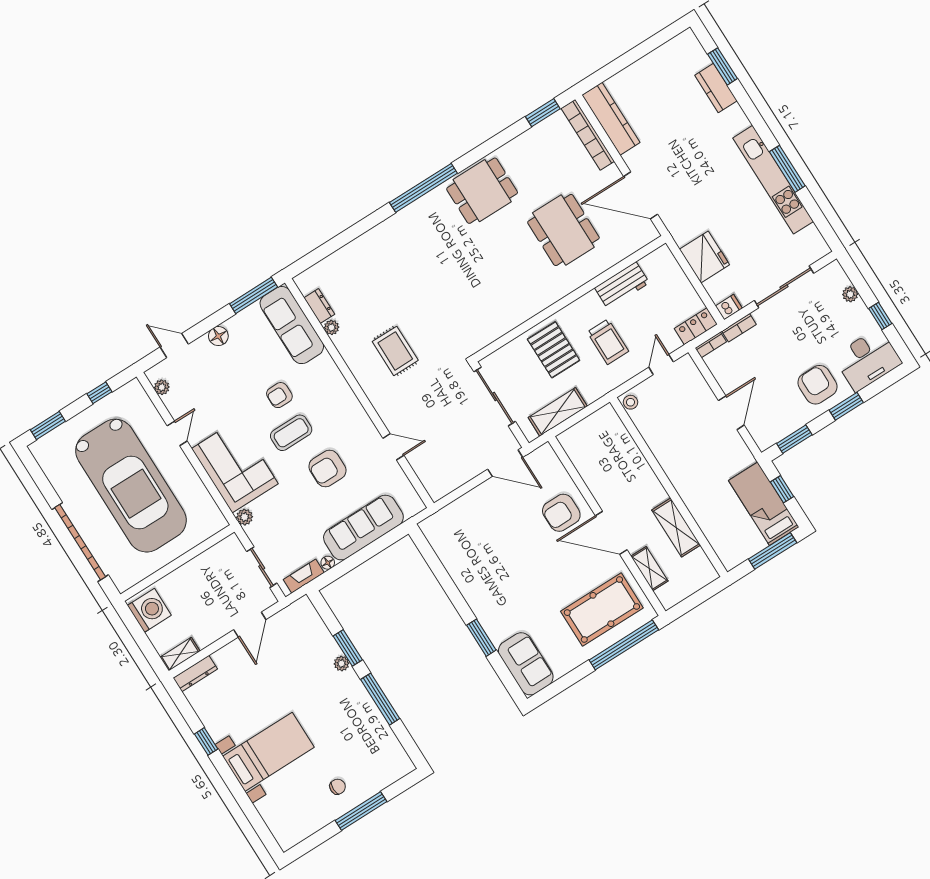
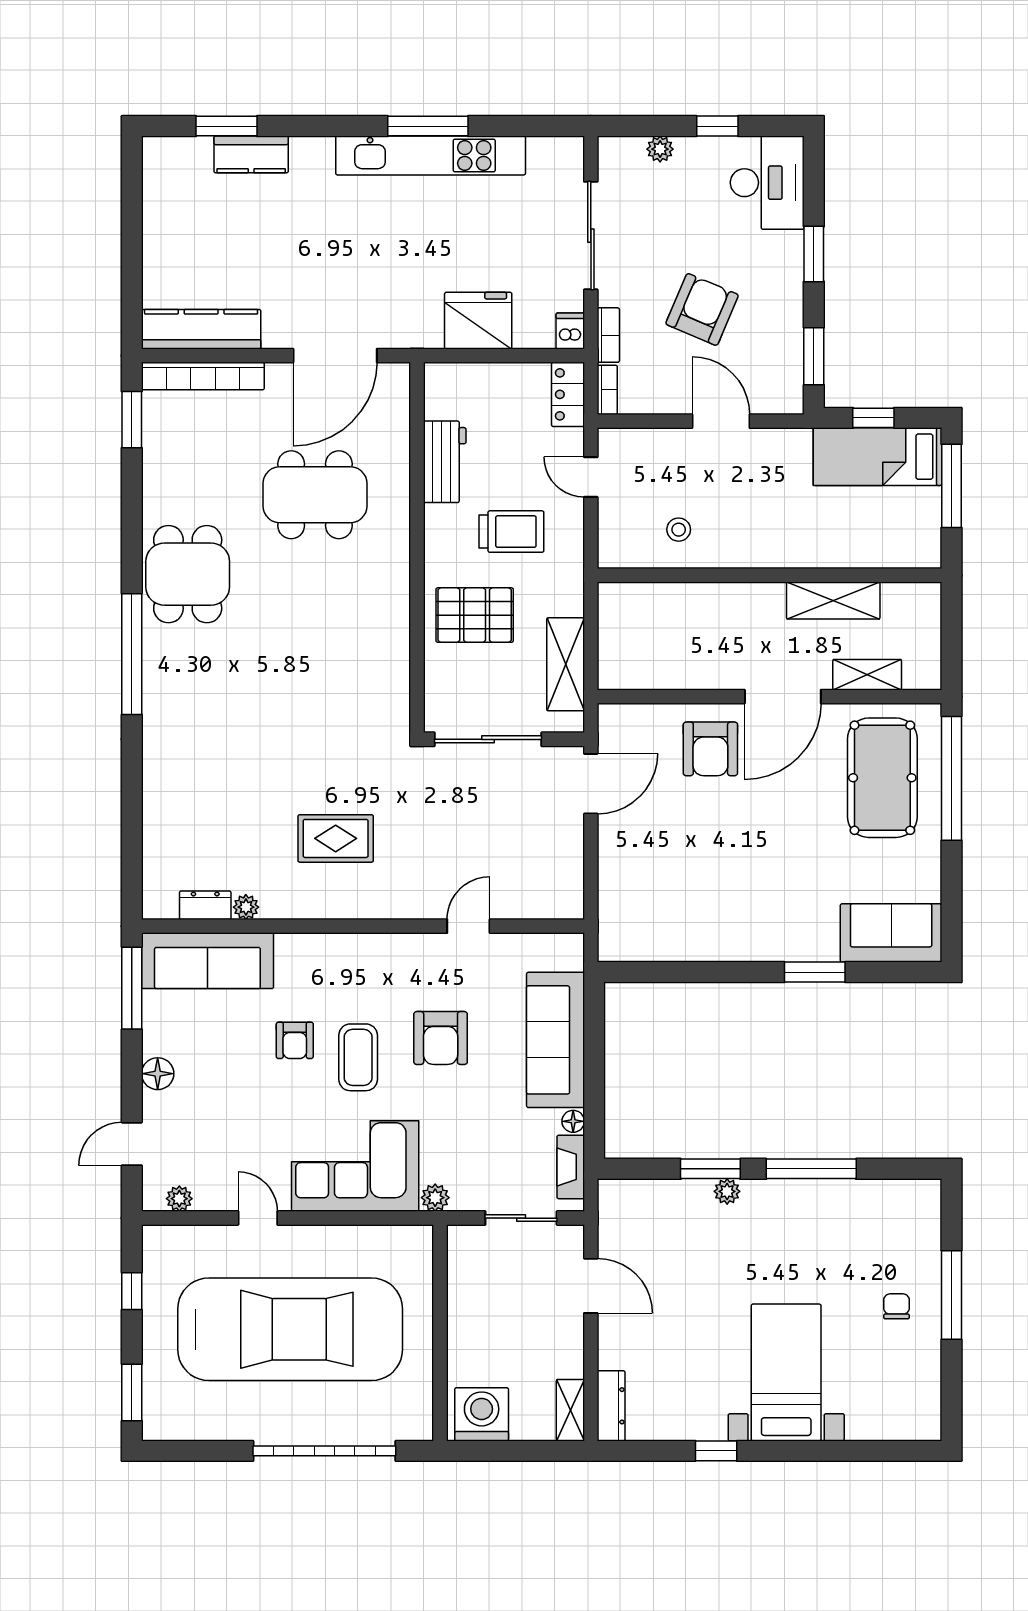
armchair: (817, 385) -> (702, 309), moved, turned 113
stool: (631, 402) -> (679, 530), moved

